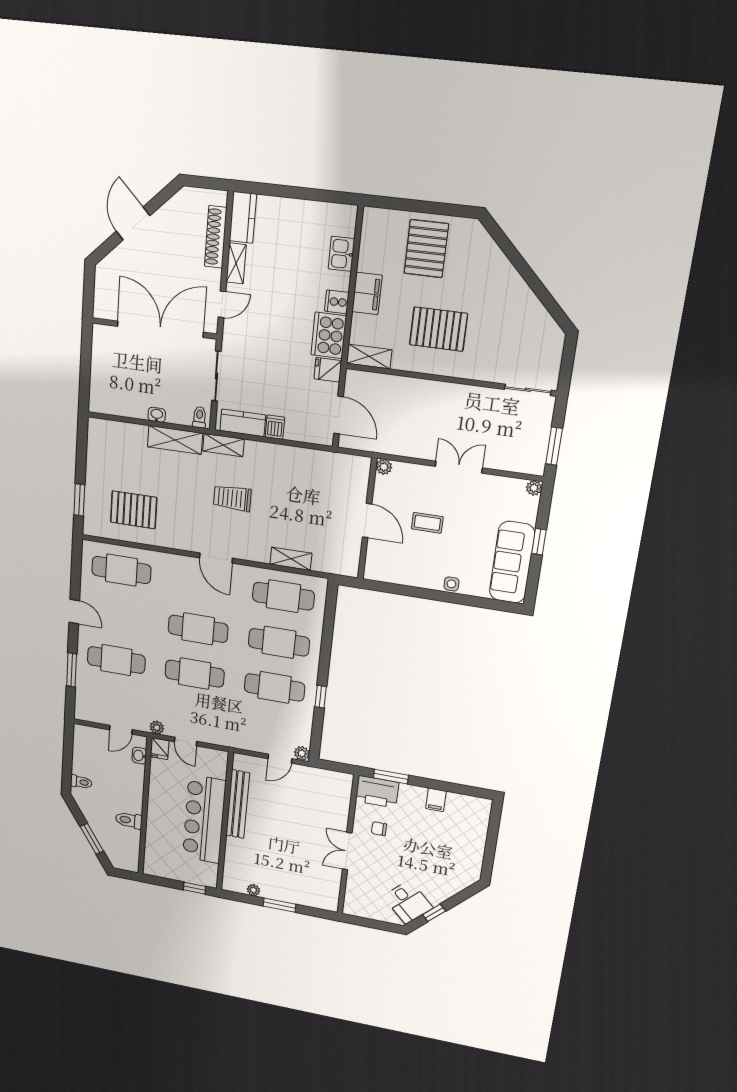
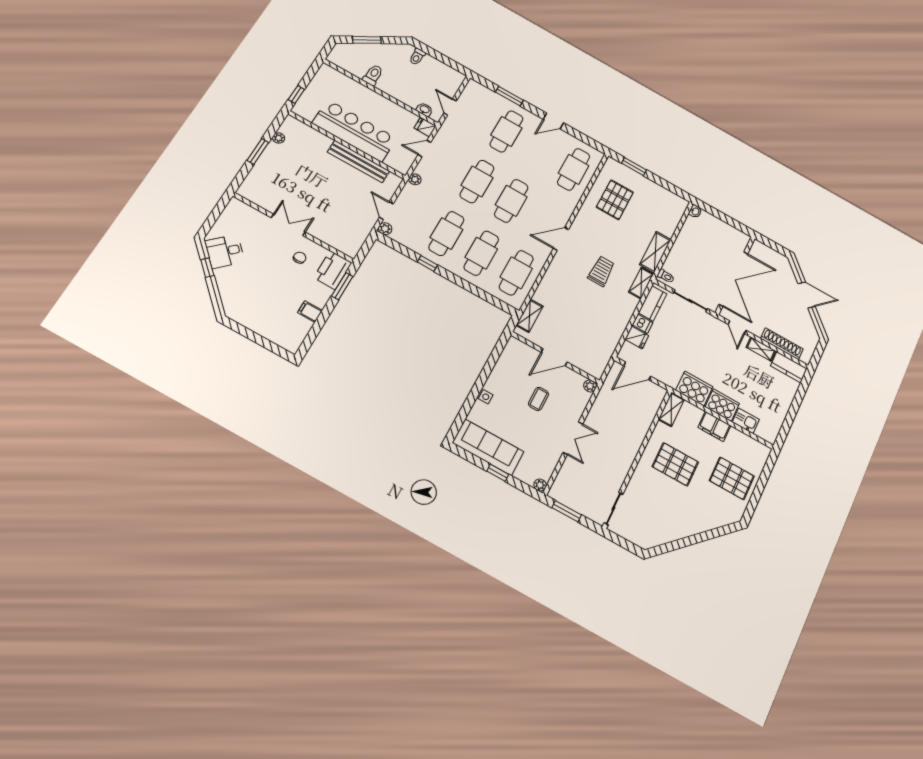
cooker: (337, 302) -> (722, 405), width x1.87, depth x1.31
pallet: (439, 329) -> (675, 464), turned 90
fridge: (328, 370) -> (637, 338), moved, turned 90
washbasin: (157, 415) -> (695, 211), moved
shelving: (291, 559) -> (530, 316), moved
plant: (157, 728) -> (415, 179), moved

